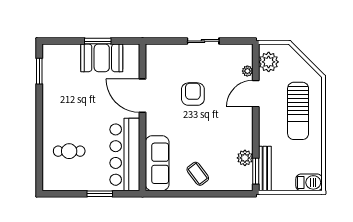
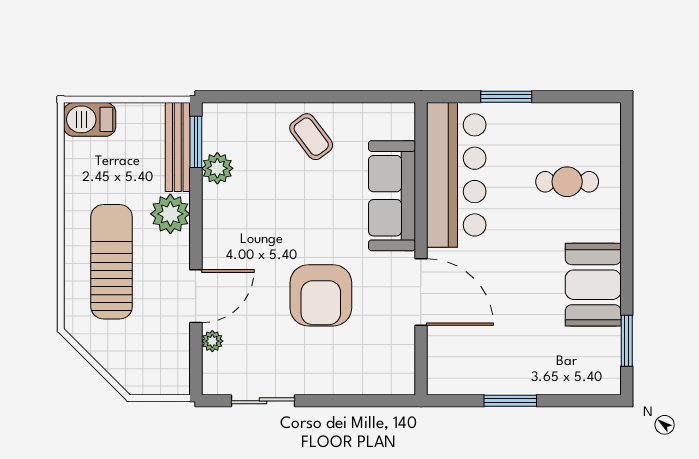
sliding door: (203, 41) -> (263, 401), moved
booth: (102, 58) -> (593, 285), moved, turned 90
plant: (269, 62) -> (170, 214), moved
armchair: (193, 94) -> (321, 295), width x1.36, depth x1.36
sofa: (157, 163) -> (392, 196), moved

